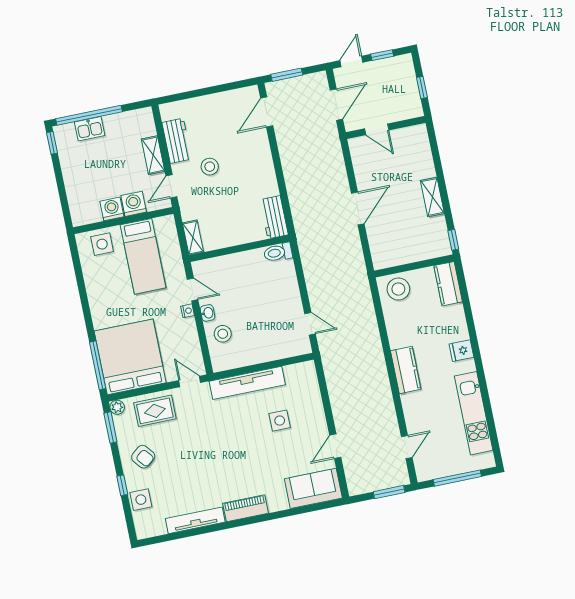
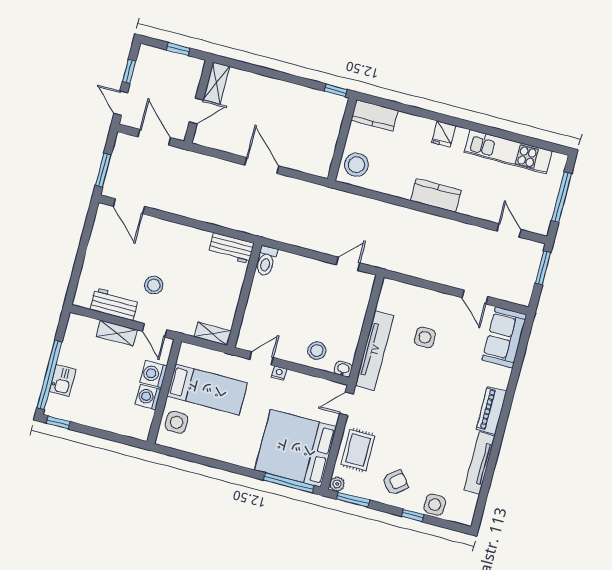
shelving: (432, 197) -> (216, 83), moved, turned 90
washbasin: (208, 313) -> (343, 369), moved

